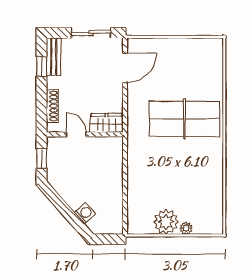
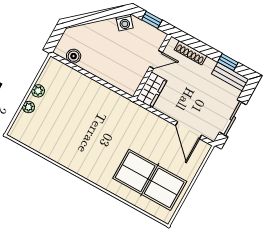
table tennis table: (184, 119) -> (150, 180), moved, turned 90
washing machine: (85, 213) -> (125, 23), moved
boiler: (116, 213) -> (74, 56), added
plant: (166, 222) -> (38, 91), width x0.53, depth x0.53

